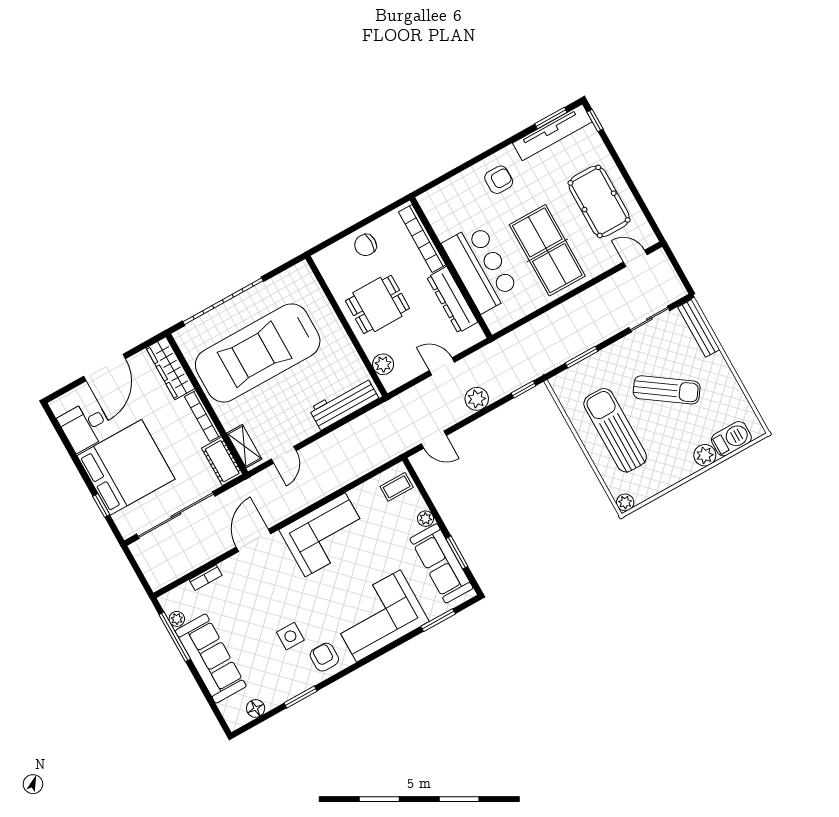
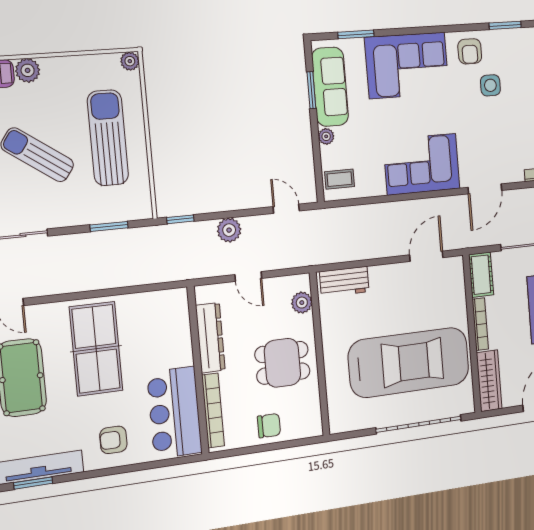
bar counter: (481, 268) -> (175, 412), moved
workbench: (344, 403) -> (344, 282), width x0.73
sun lounger: (615, 430) -> (108, 138), turned 180
shelving: (244, 446) -> (457, 280), removed
door: (284, 455) -> (426, 256), width x1.38

